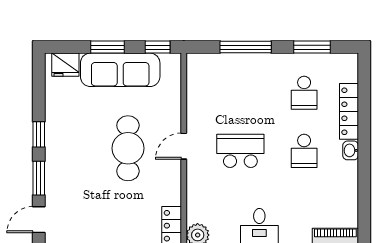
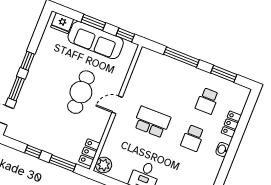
locker: (349, 111) -> (231, 124), width x0.66

